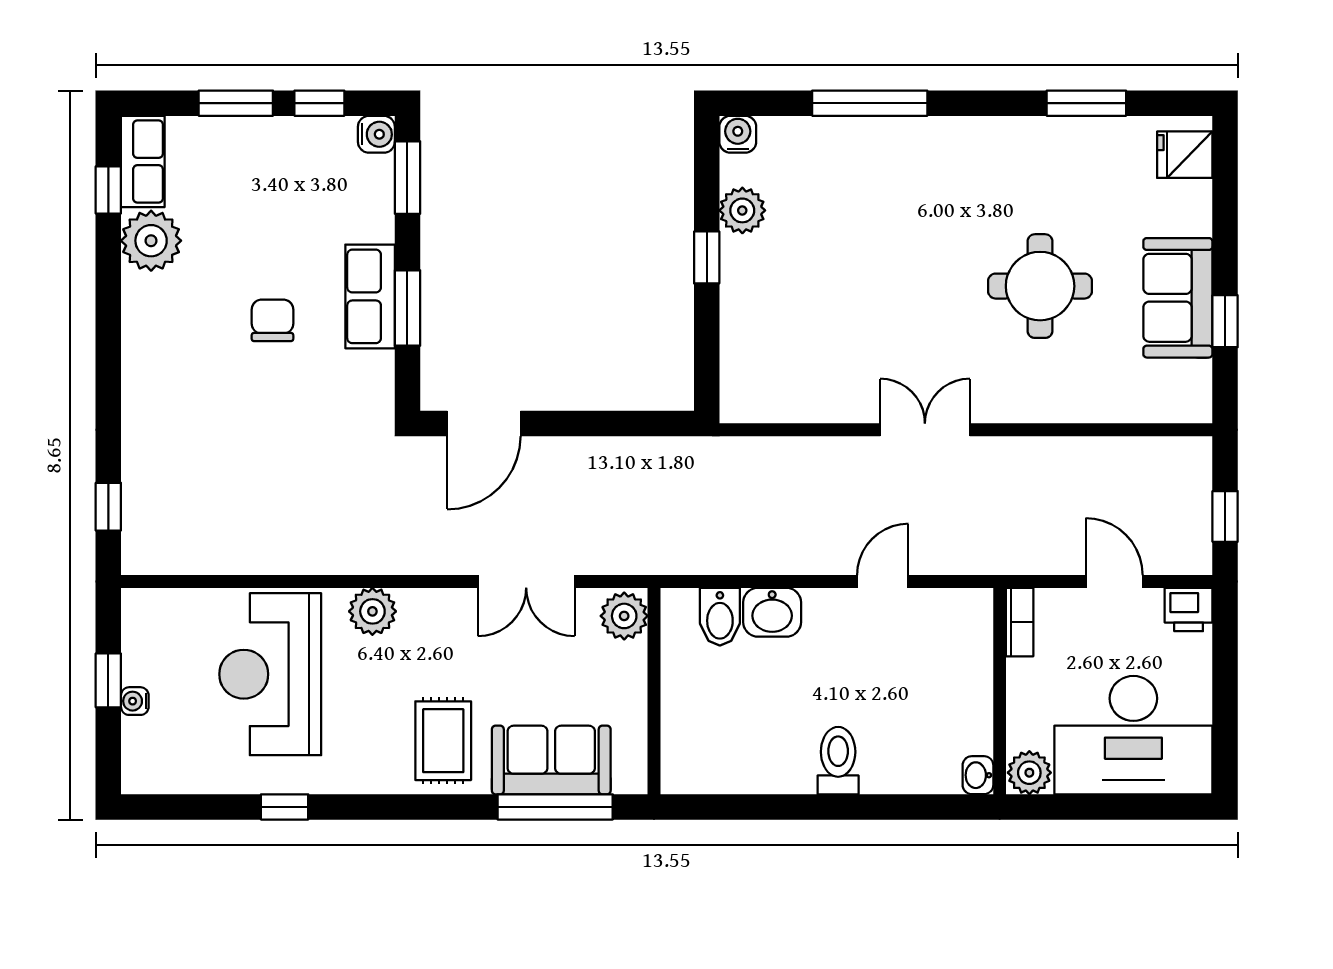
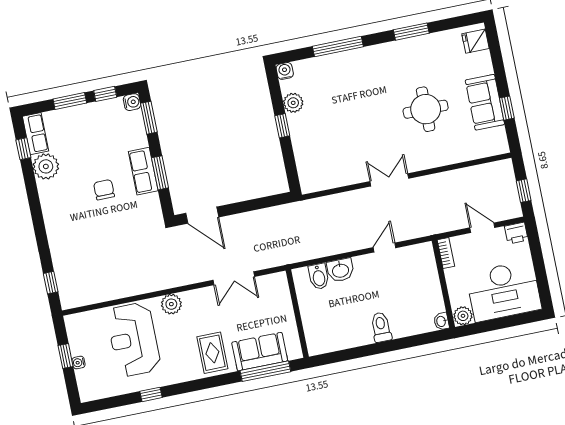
window: (1086, 103) -> (411, 32), moved
door: (484, 423) -> (202, 215), hinge flipped
plant: (624, 616) -> (278, 284), removed

